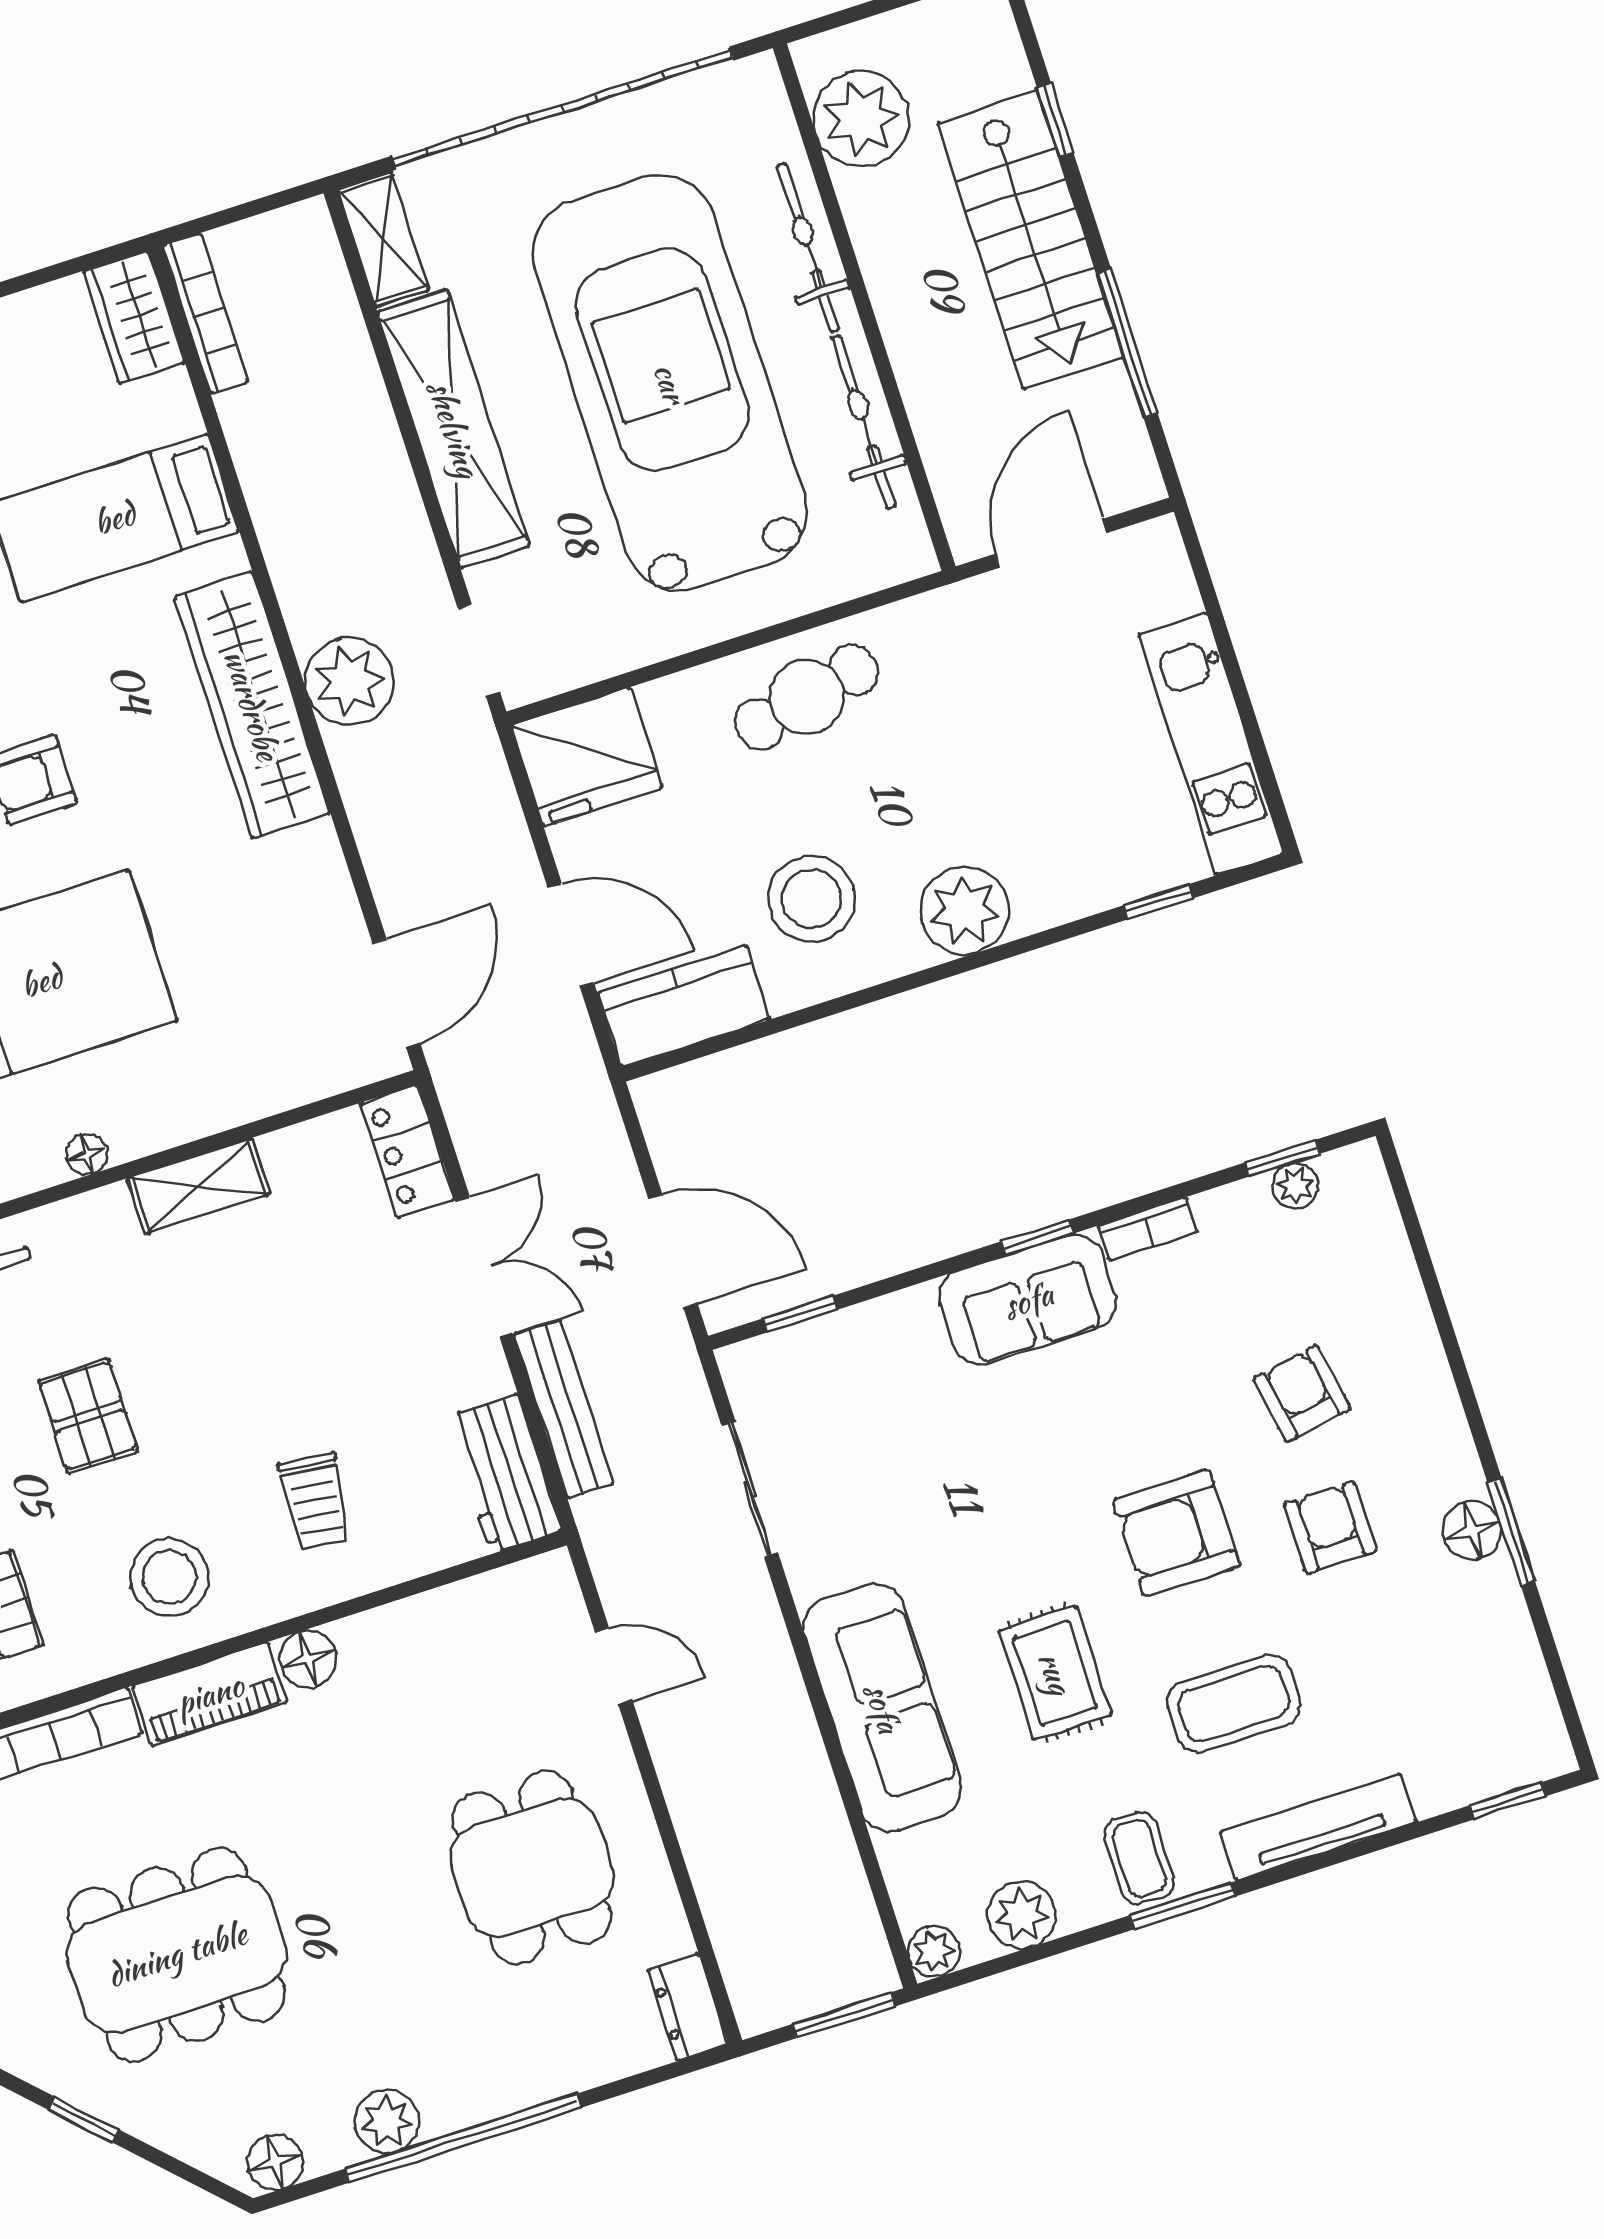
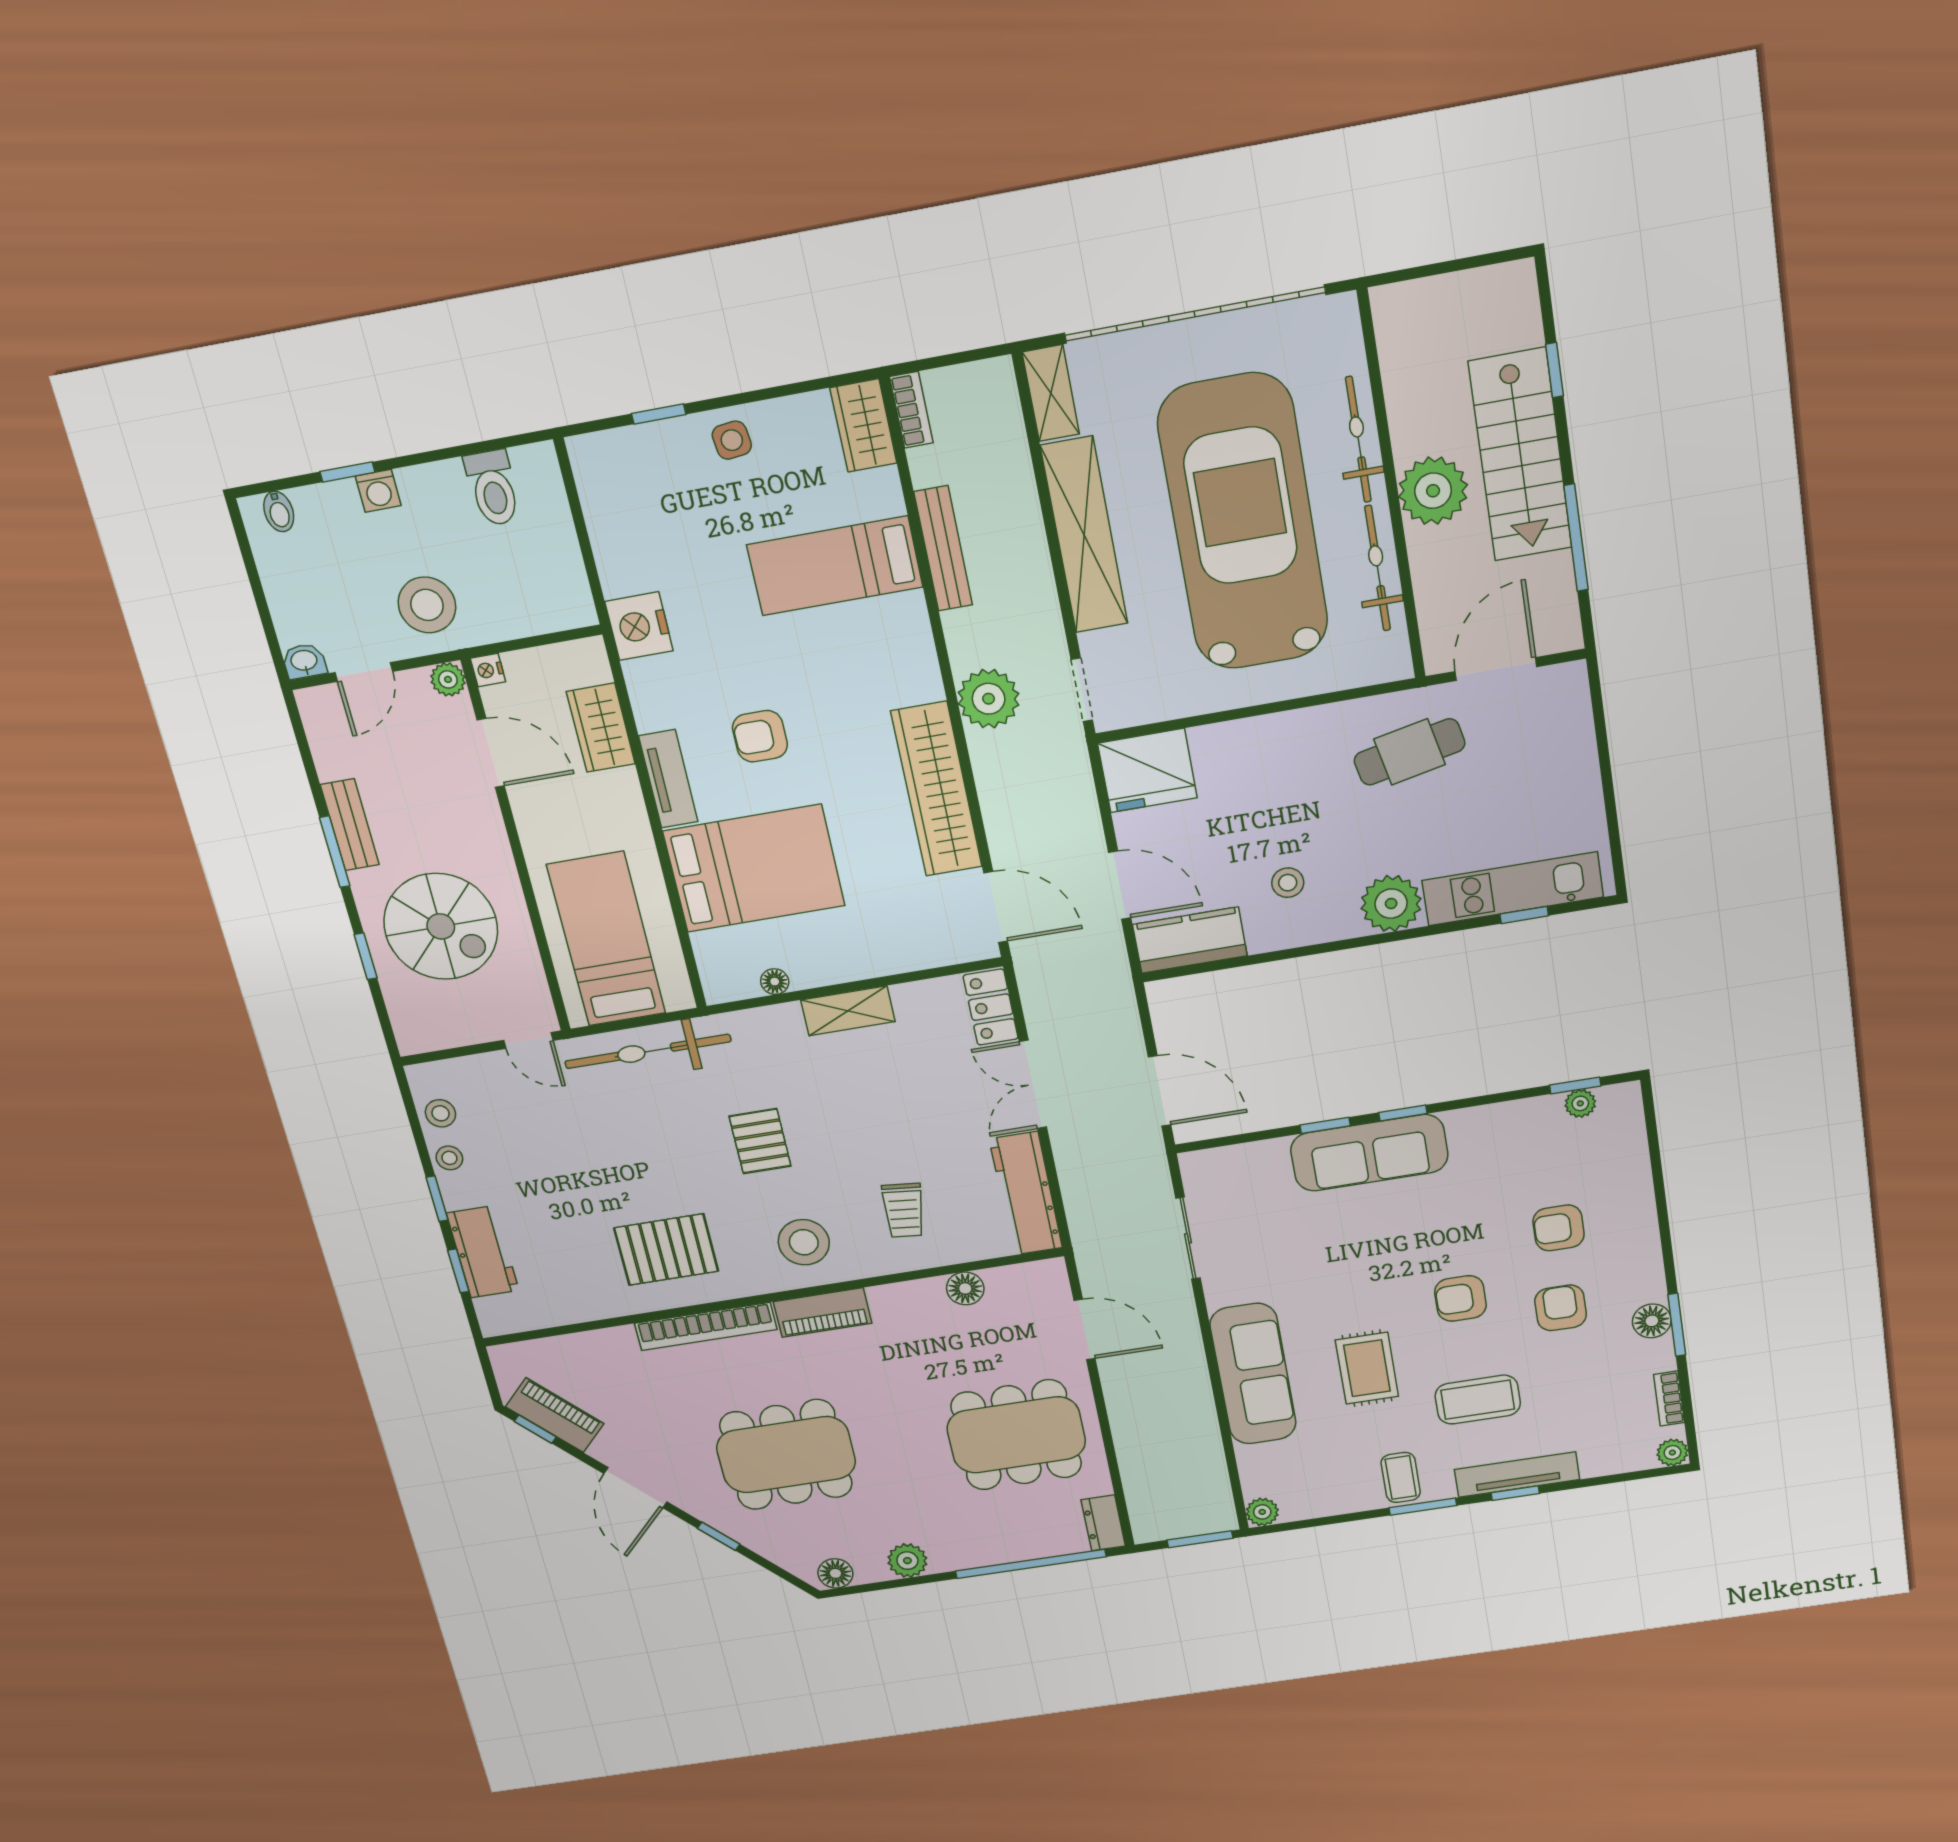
plant: (861, 119) -> (1433, 491), moved
bookcase: (205, 313) -> (911, 410), width x0.64
cafe table: (807, 697) -> (1409, 752), moved
wardrobe: (252, 705) -> (937, 789), moved
kitchen unit: (1211, 744) -> (1513, 889), moved, turned 90
stool: (811, 899) -> (1288, 883), width x0.53, depth x0.53
door: (396, 993) -> (996, 907), hinge flipped
bookcase: (1148, 1229) -> (1669, 1399), moved, turned 90
double door: (485, 1267) -> (1033, 1085), swing flipped
sofa: (1028, 1300) -> (1369, 1153), width x1.36
window: (800, 1314) -> (1325, 1125), moved
armchair: (1302, 1394) -> (1559, 1228), turned -80
bench: (564, 1409) -> (943, 549), moved
workbench: (504, 1474) -> (1026, 1194), width x1.38
armchair: (1176, 1533) -> (1460, 1298), width x0.72, depth x0.72
floor lamp: (308, 1659) -> (965, 1288), moved
door: (614, 1667) -> (1085, 1329), width x1.38
window: (1508, 1801) -> (1515, 1493), moved
dining table: (532, 1867) -> (1016, 1435), width x1.38
plant: (1022, 1915) -> (1672, 1453), moved, width x0.73, depth x0.73
window: (463, 2138) -> (1031, 1564), moved

